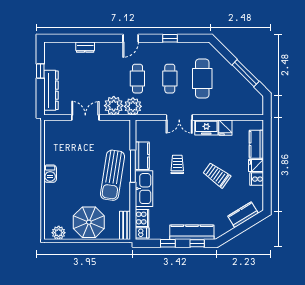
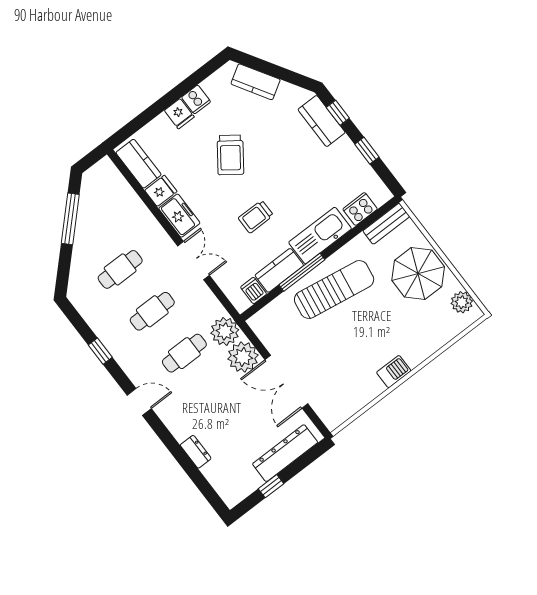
cafe table: (202, 79) -> (120, 269), width x0.73, depth x0.74
double door: (85, 118) -> (286, 382), width x1.37
kitchen counter: (256, 144) -> (139, 164), moved, turned -90
kitchen counter: (192, 232) -> (322, 121), width x0.67
dishwasher: (142, 233) -> (254, 291), moved

